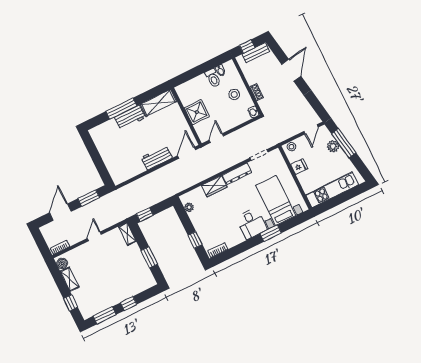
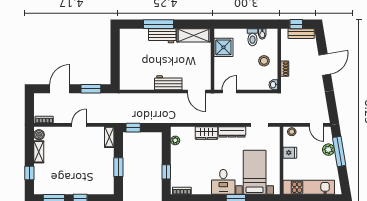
shower: (197, 112) -> (223, 47), moved
door: (311, 129) -> (316, 125), hinge flipped
door: (187, 153) -> (197, 92), swing flipped

